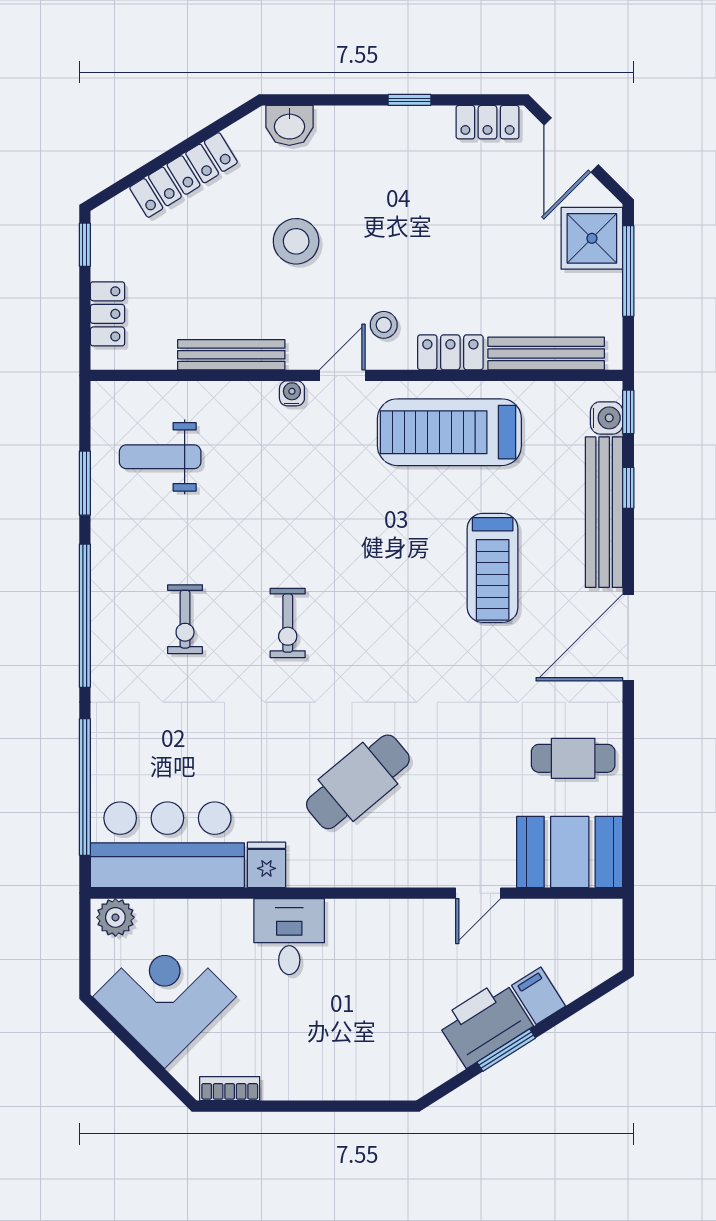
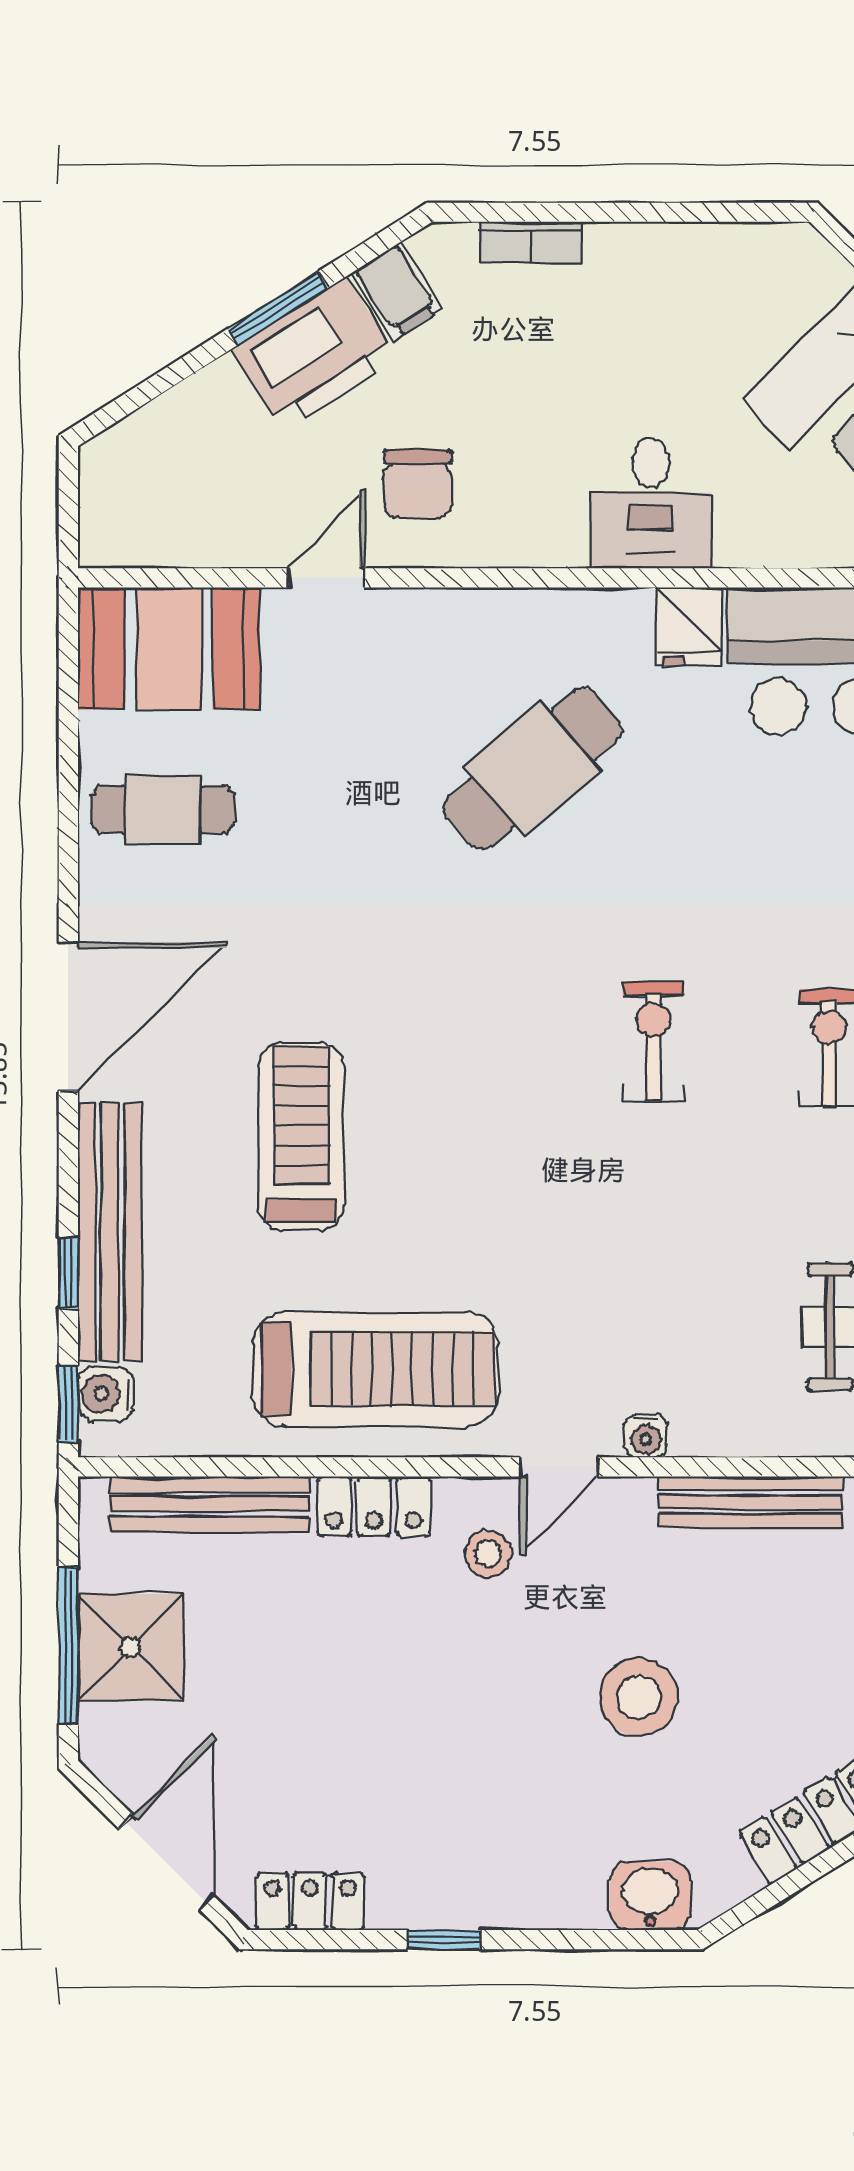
shower: (592, 238) -> (131, 1647), moved
chair: (425, 948) -> (418, 484), added
filing cabinet: (539, 996) -> (397, 291), moved
bookcase: (230, 1089) -> (531, 242), moved

